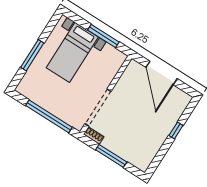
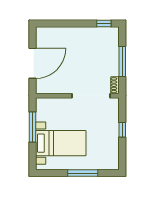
window: (49, 116) -> (122, 130), width x0.32
window: (176, 130) -> (104, 23), moved

